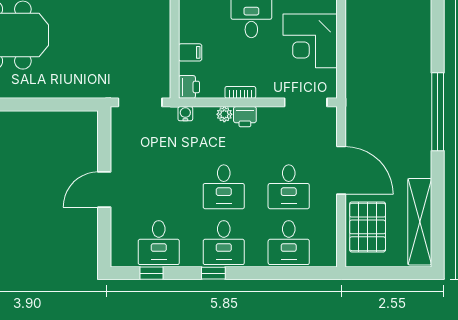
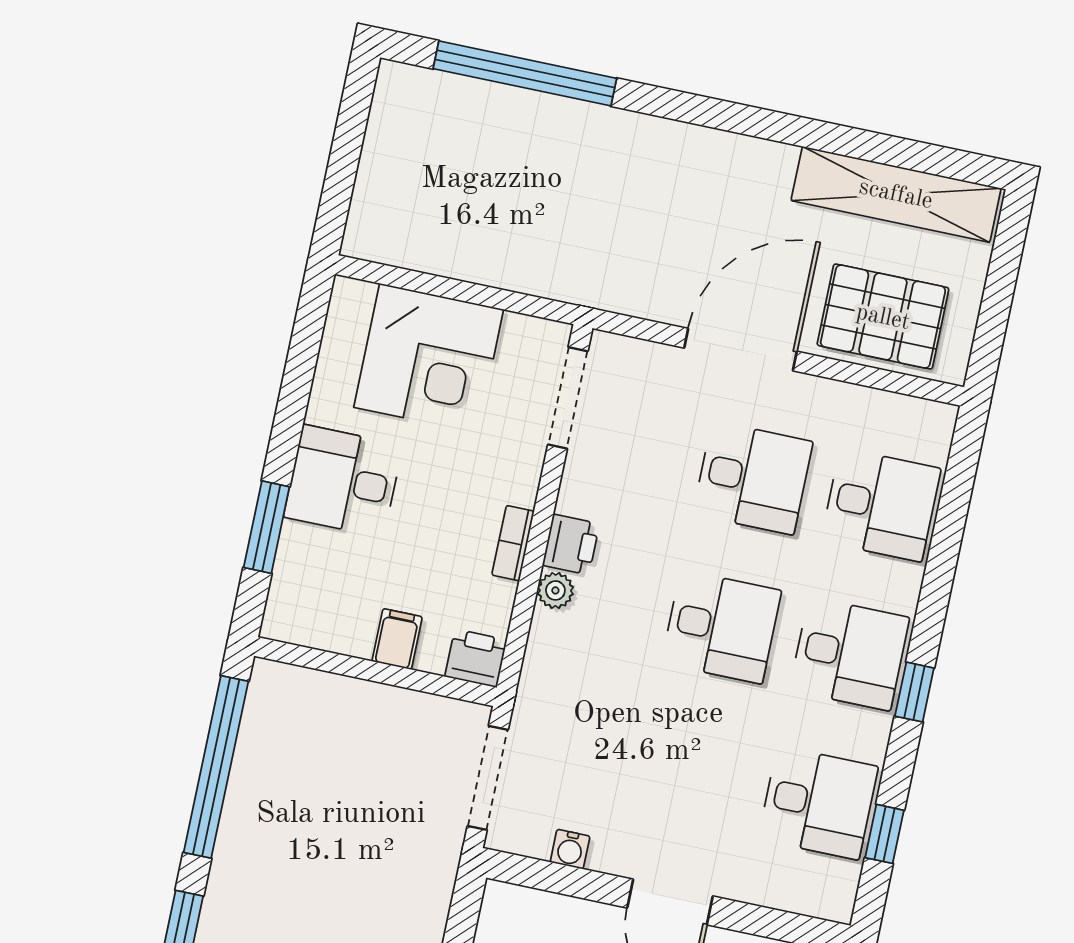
window: (438, 112) -> (525, 73), moved
water cooler: (185, 114) -> (570, 849), moved, turned -90

